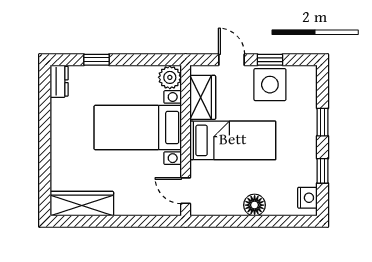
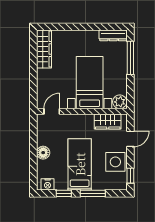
window: (97, 60) -> (130, 58), width x2.17
window: (270, 60) -> (130, 176), moved
dresser: (59, 81) -> (113, 35), width x1.44
window: (322, 122) -> (93, 193), width x1.50
bed: (233, 140) -> (80, 164), moved, turned 180

